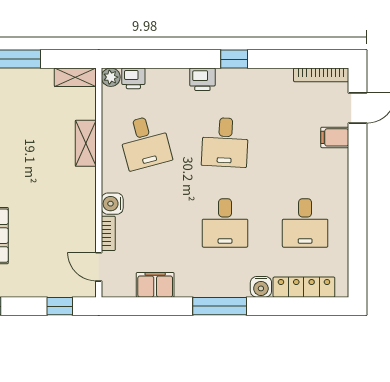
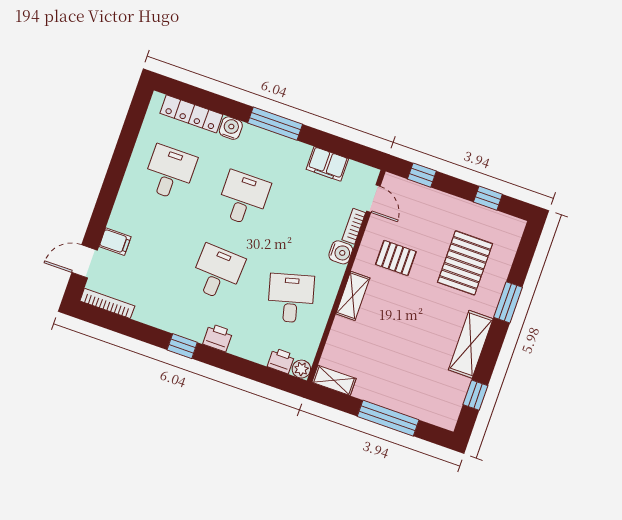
shelving: (86, 143) -> (353, 296), moved
pallet: (57, 217) -> (396, 258), added

